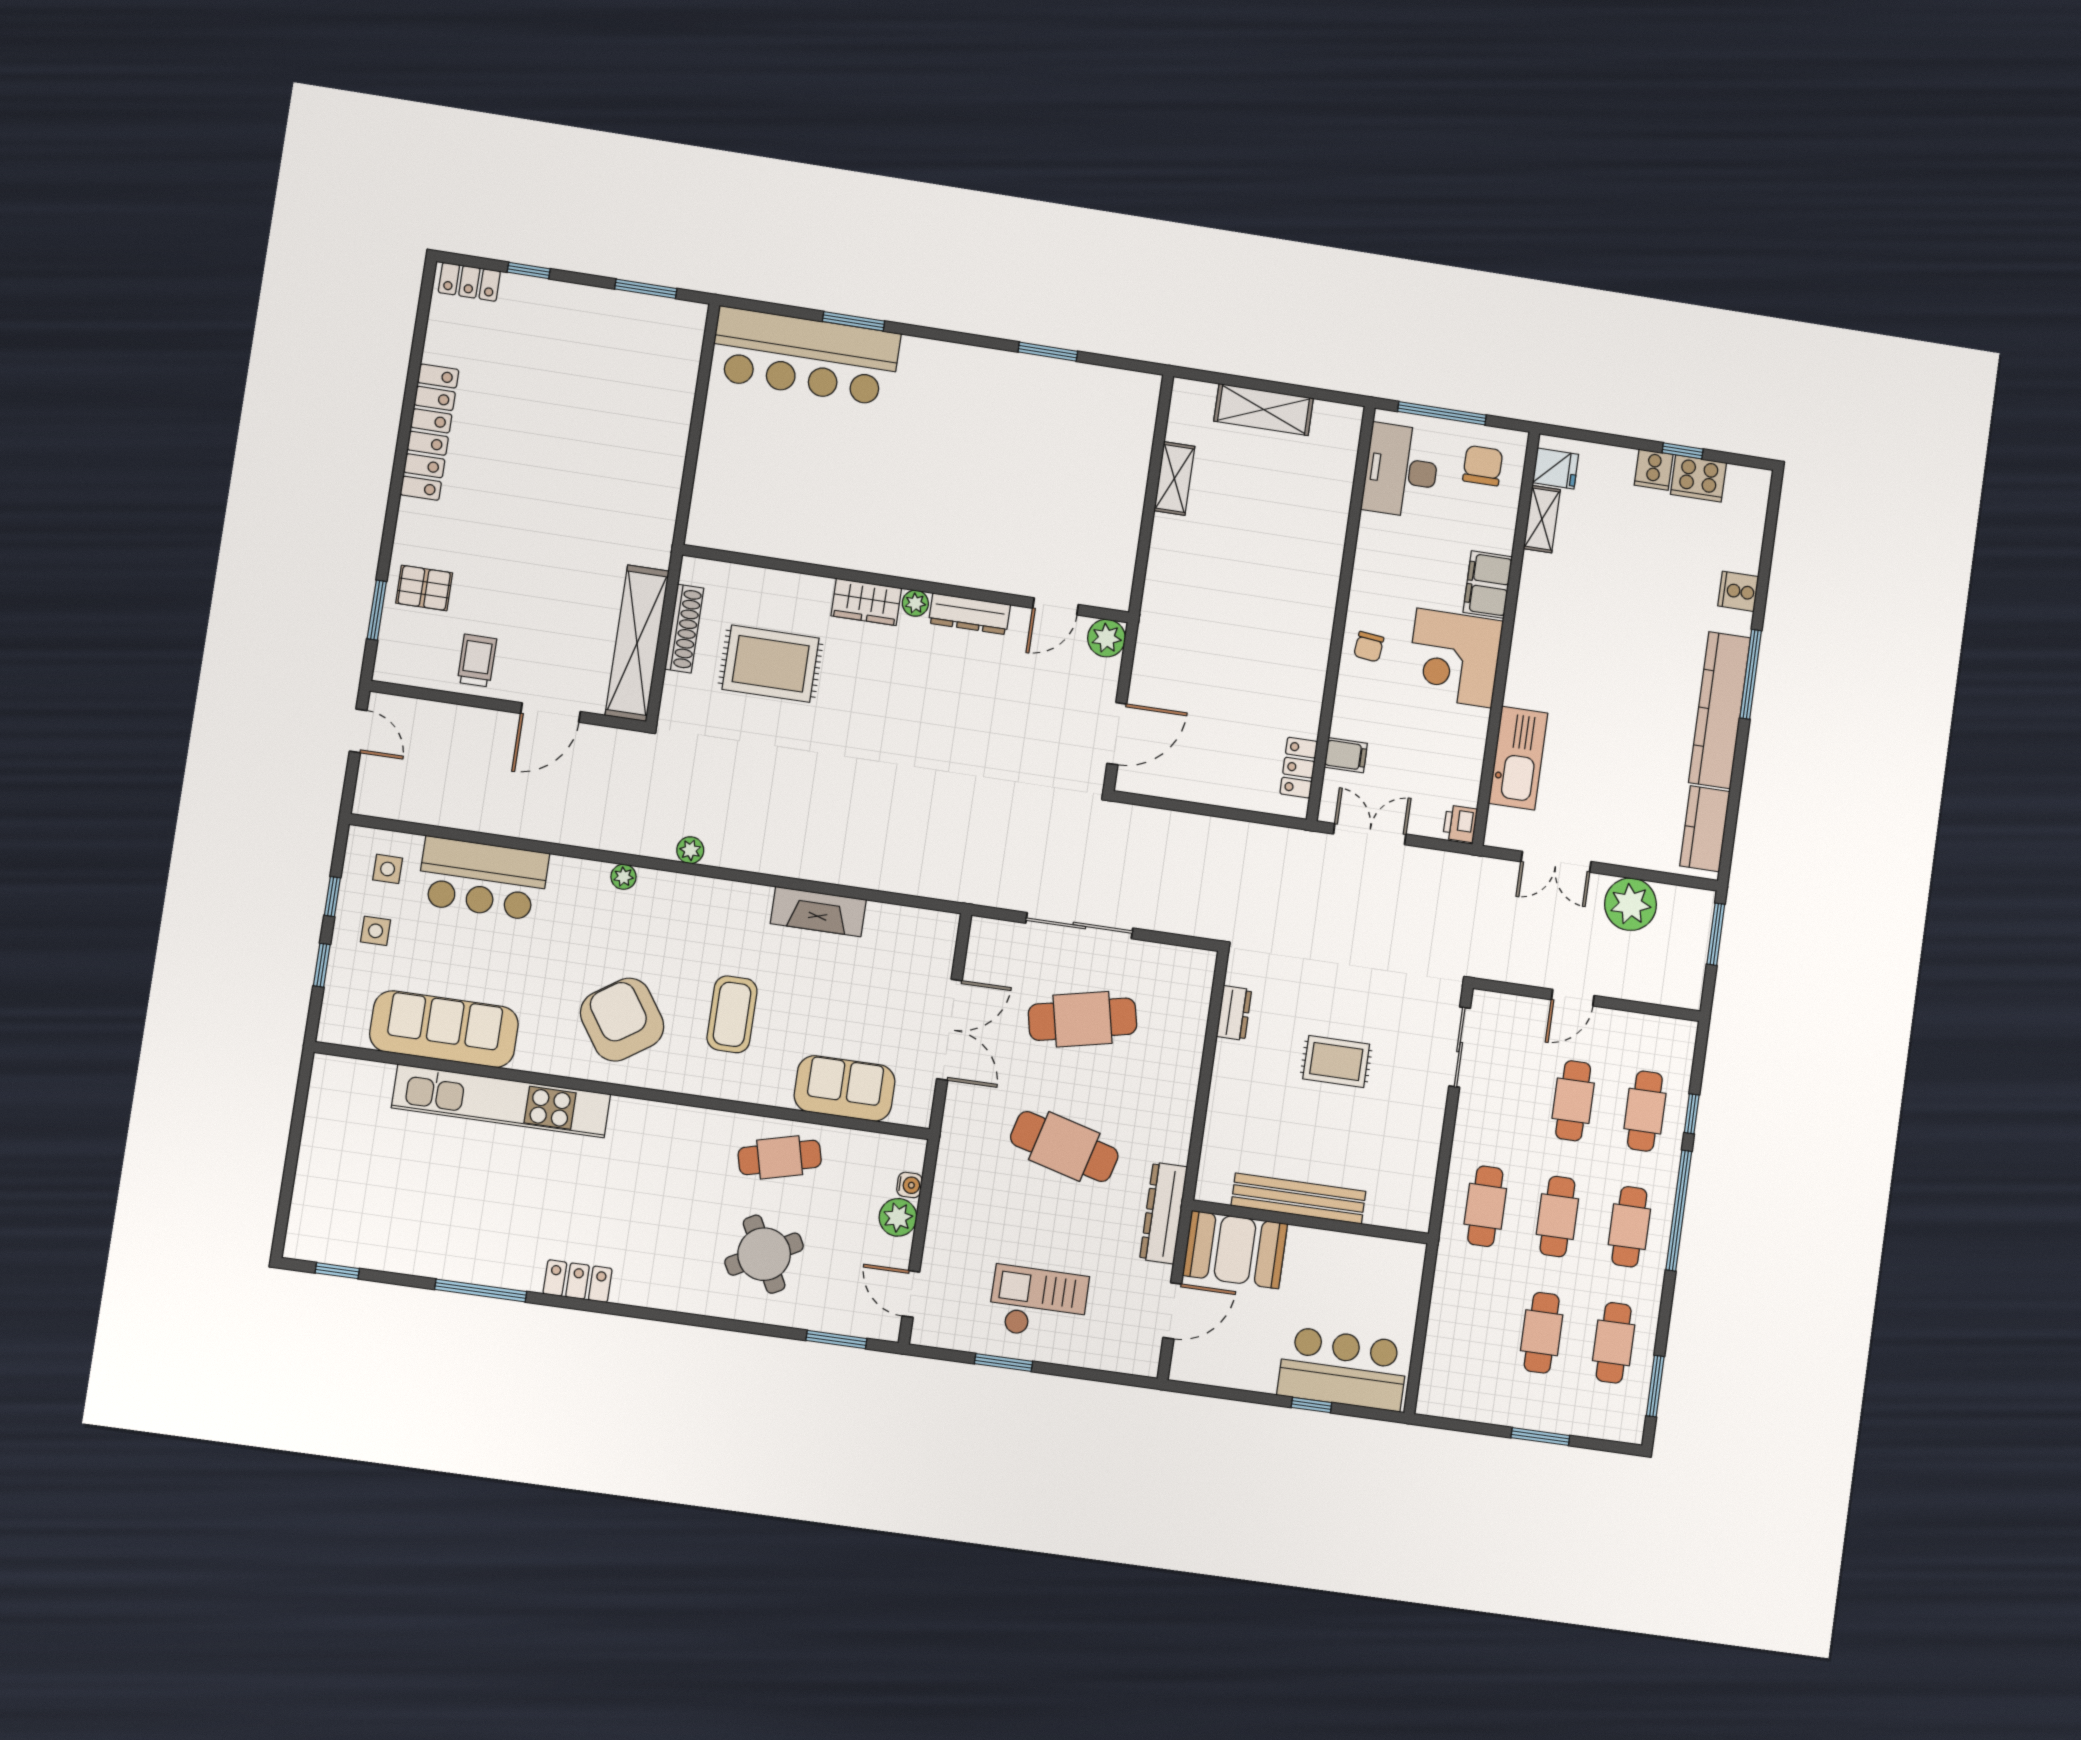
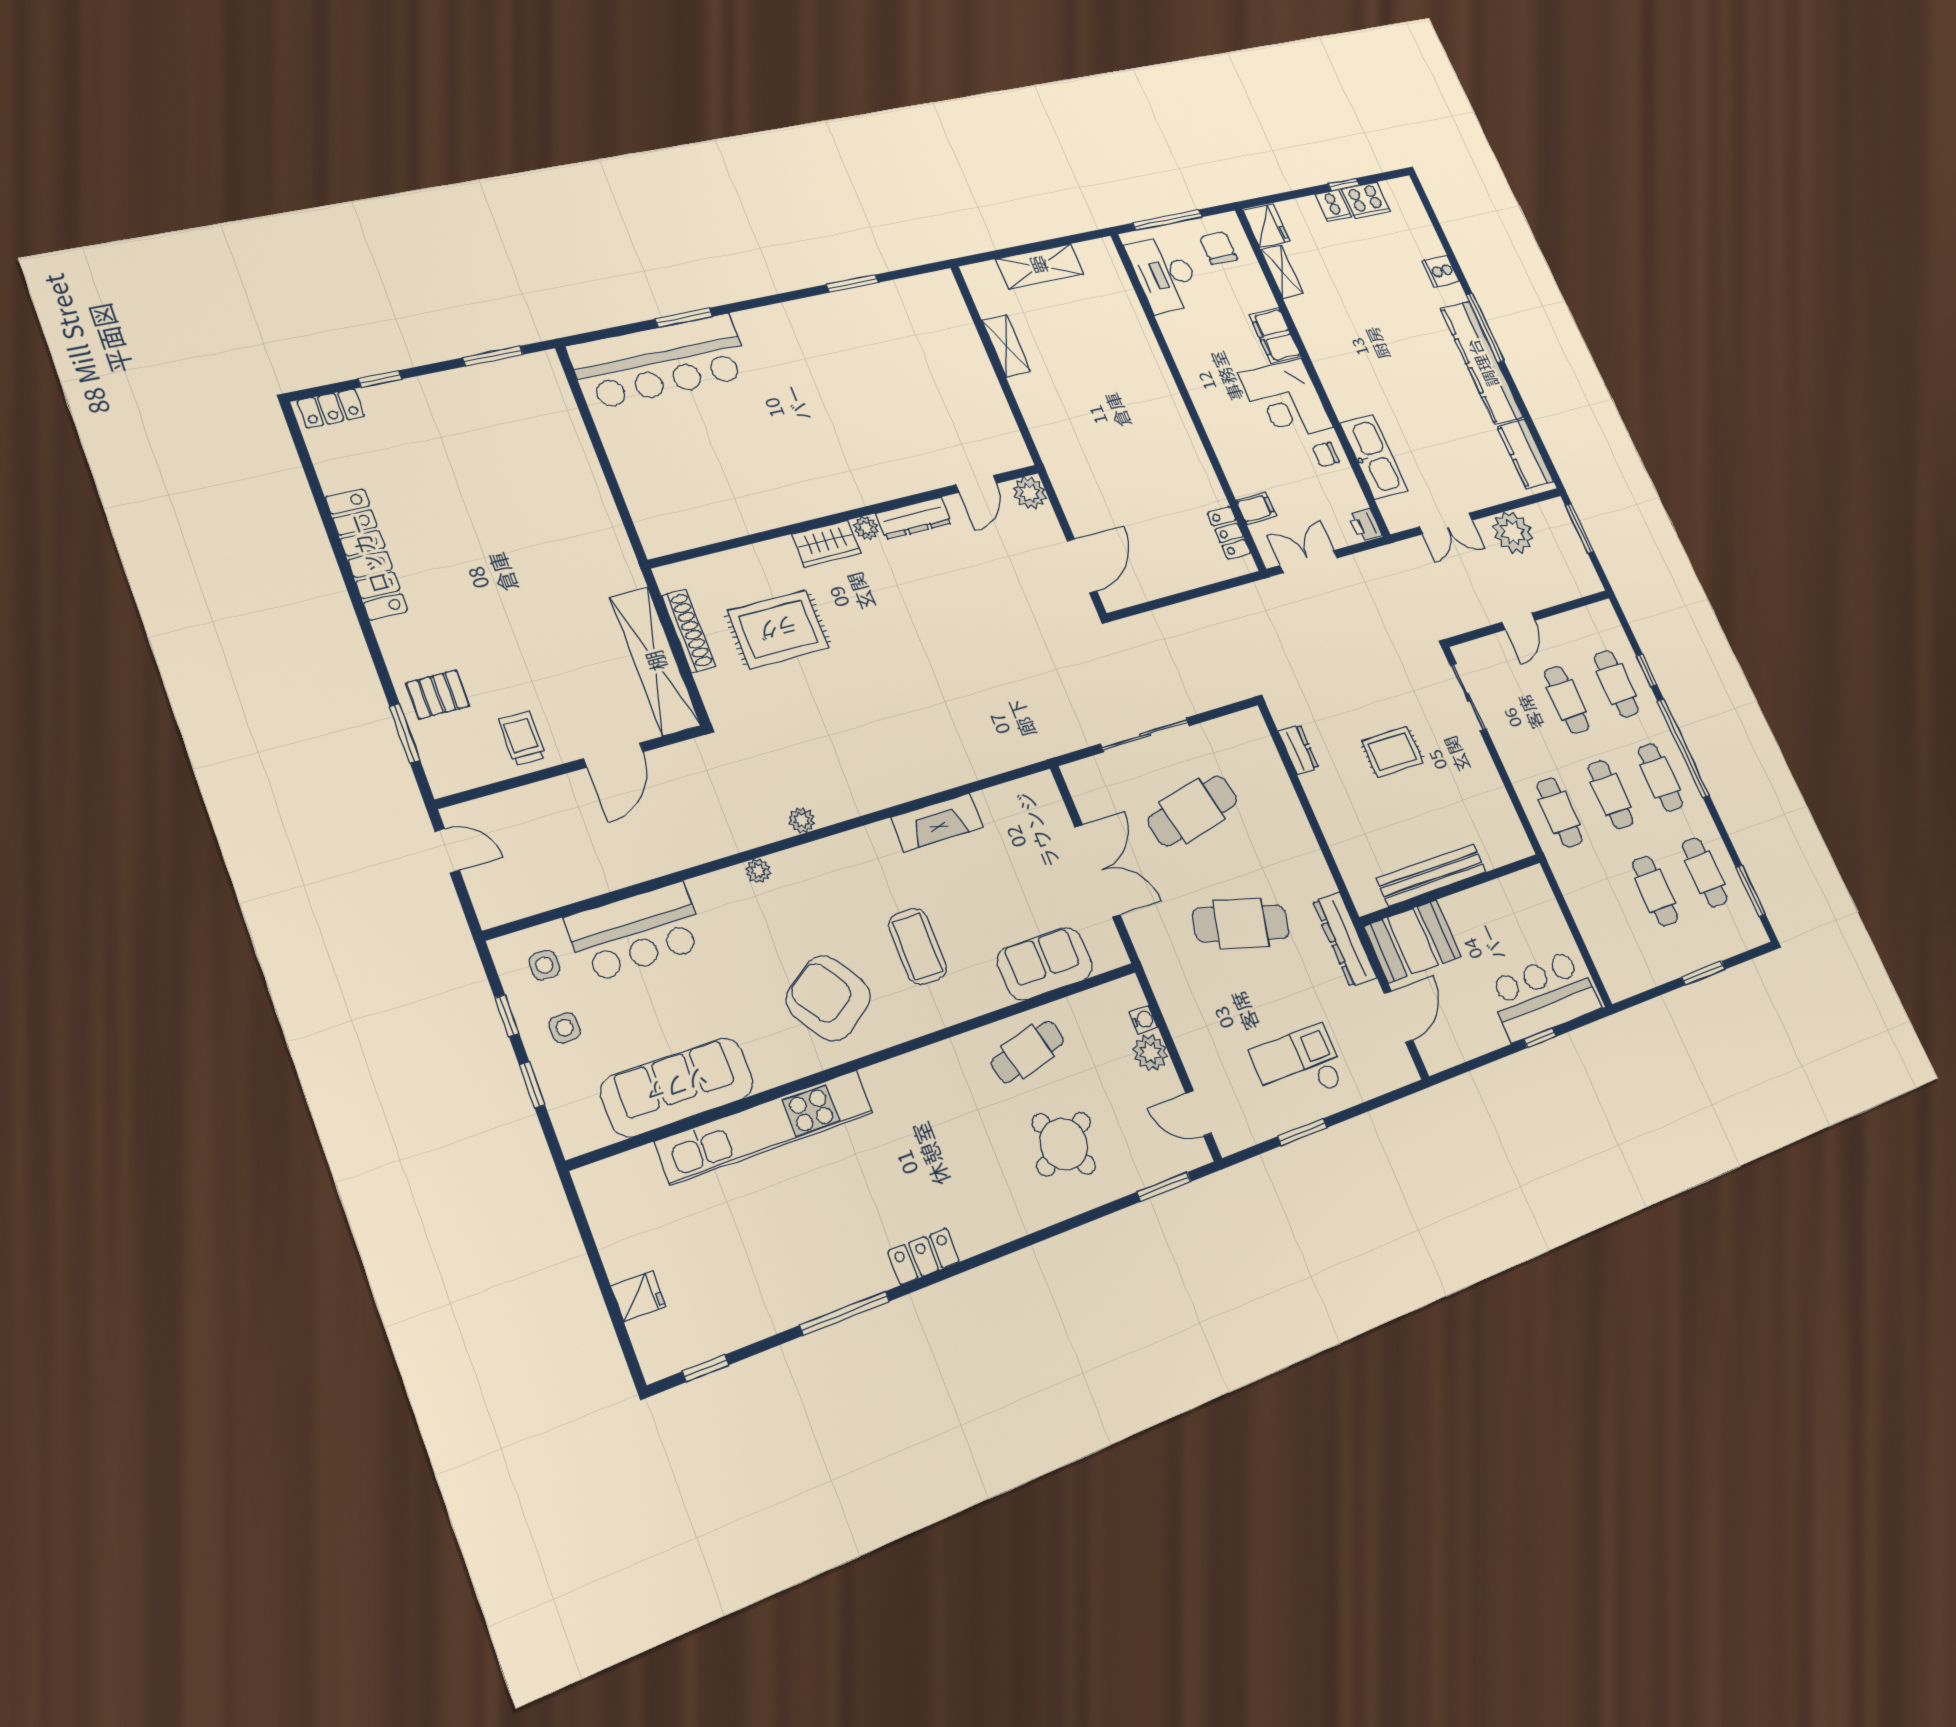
fridge: (1556, 469) -> (1266, 225), width x1.38
chair: (1369, 647) -> (1326, 454), moved, turned 84
fridge: (314, 1183) -> (638, 1296), added

